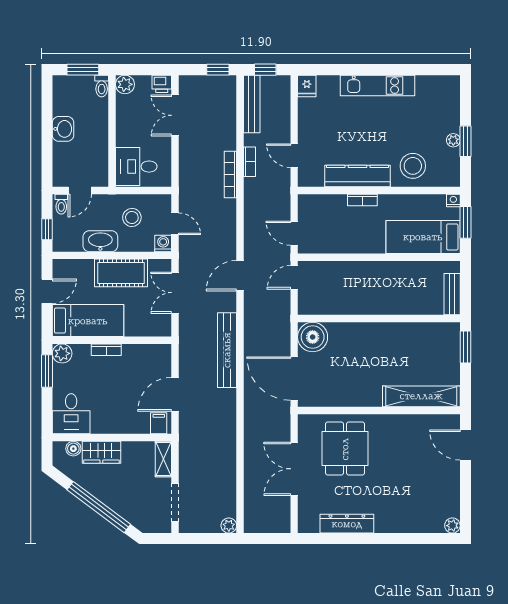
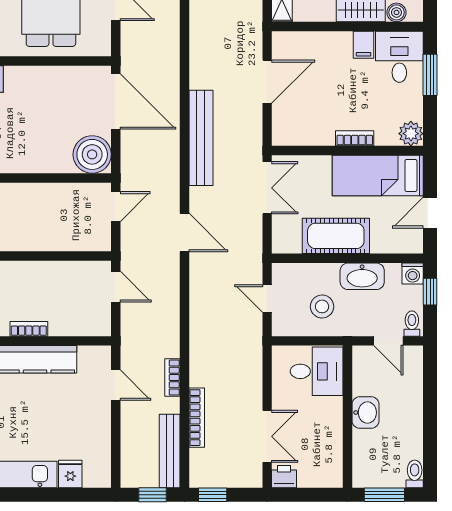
plant: (125, 84) -> (331, 476), removed
toilet: (102, 86) -> (415, 474), moved
fridge: (307, 86) -> (70, 474), moved
washbasin: (63, 129) -> (365, 413), moved, turned 180
bookcase: (230, 175) -> (197, 418), moved
door: (80, 190) -> (388, 341), swing flipped
washing machine: (163, 243) -> (413, 273), moved
door: (240, 276) -> (185, 232), hinge flipped
door: (294, 277) -> (116, 207), moved
double door: (175, 293) -> (267, 188), moved
window: (47, 371) -> (430, 75), moved
filing cabinet: (159, 423) -> (364, 45), moved

